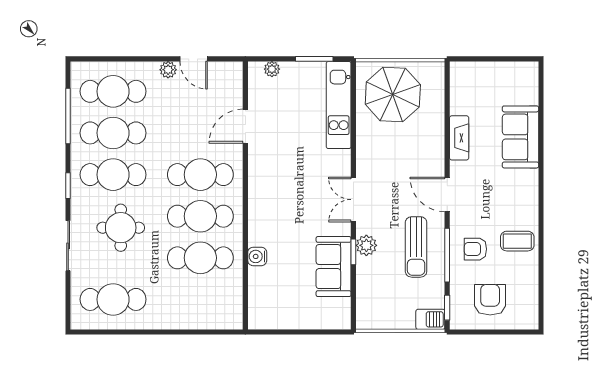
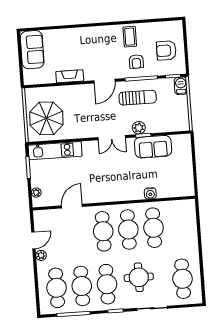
door: (245, 126) -> (72, 206), swing flipped
sofa: (520, 137) -> (32, 50), moved, turned -90

